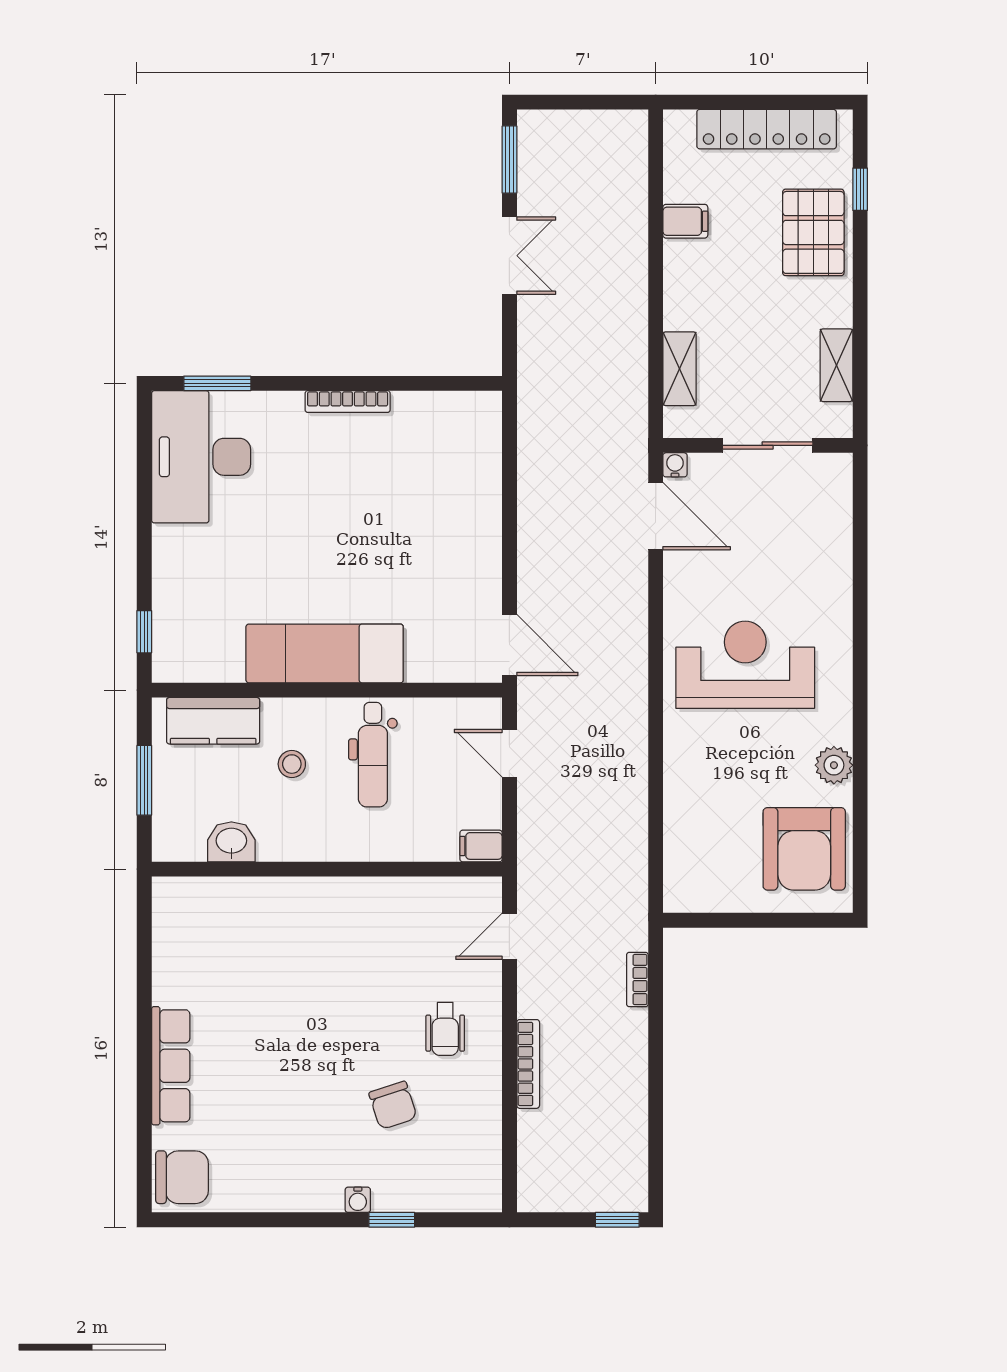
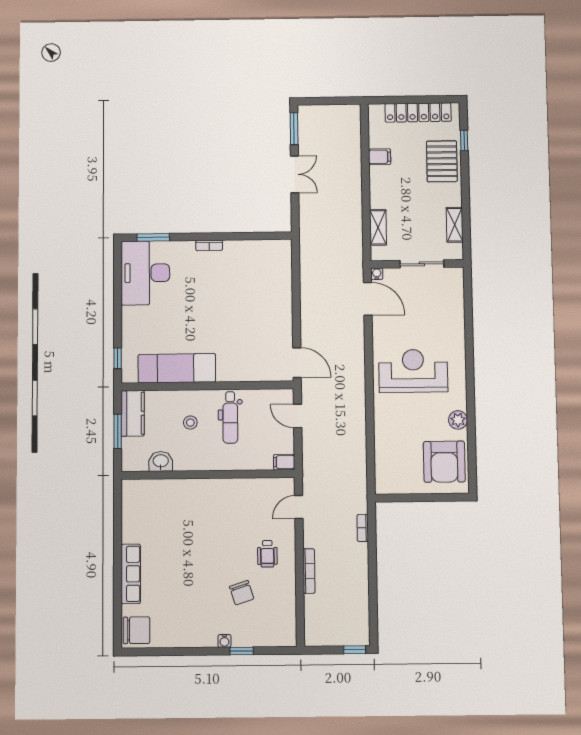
bookcase: (348, 402) -> (209, 245), width x0.64
exam couch: (325, 653) -> (177, 368), moved
kitchen counter: (213, 721) -> (133, 413), moved, turned -90

